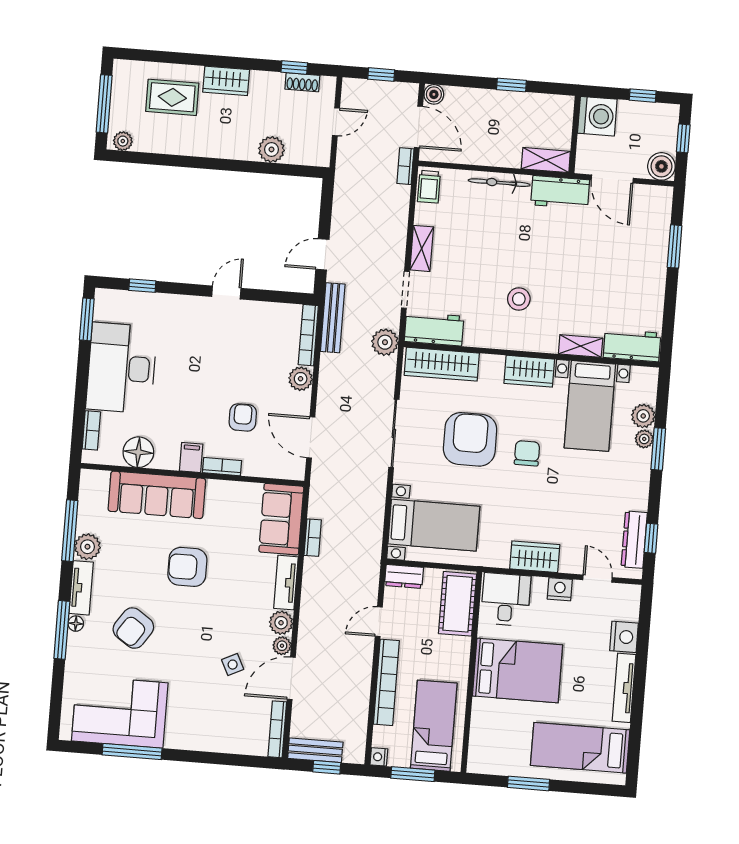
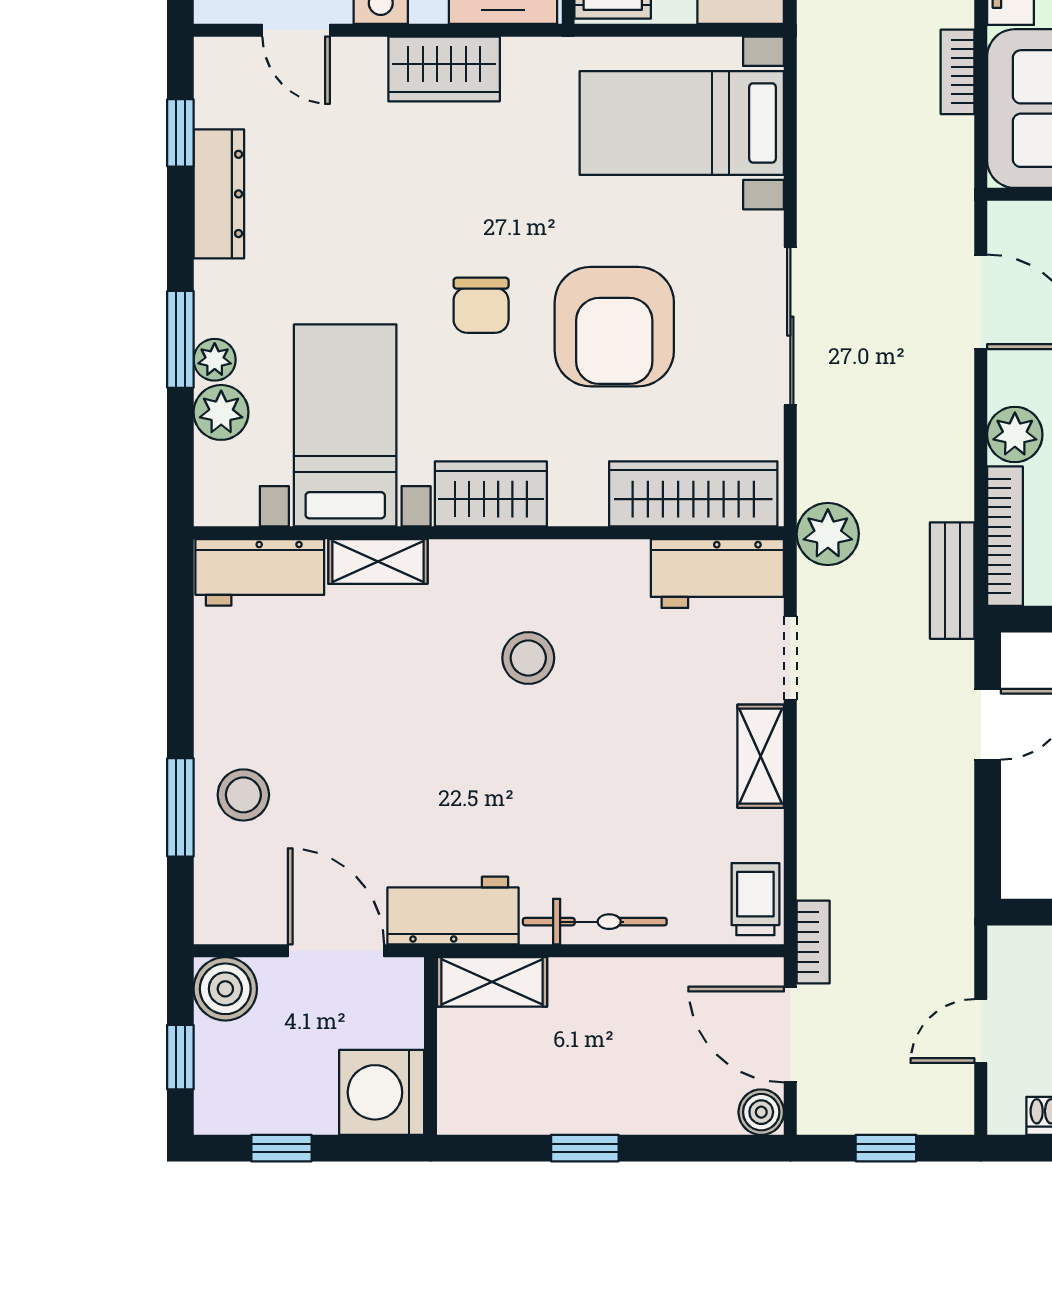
stool: (647, 250) -> (243, 795), added
bench: (333, 318) -> (952, 581), width x0.73
dresser: (634, 540) -> (219, 194), moved

